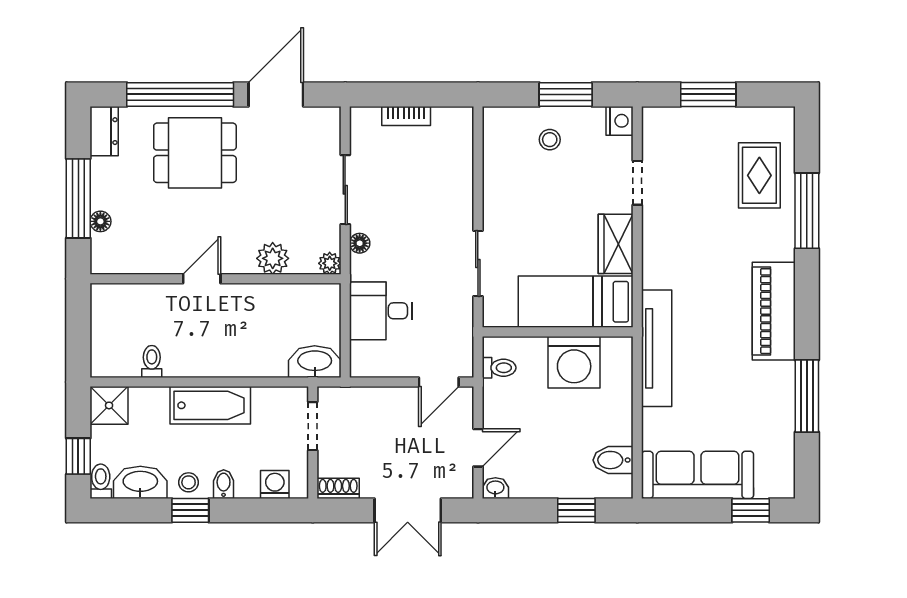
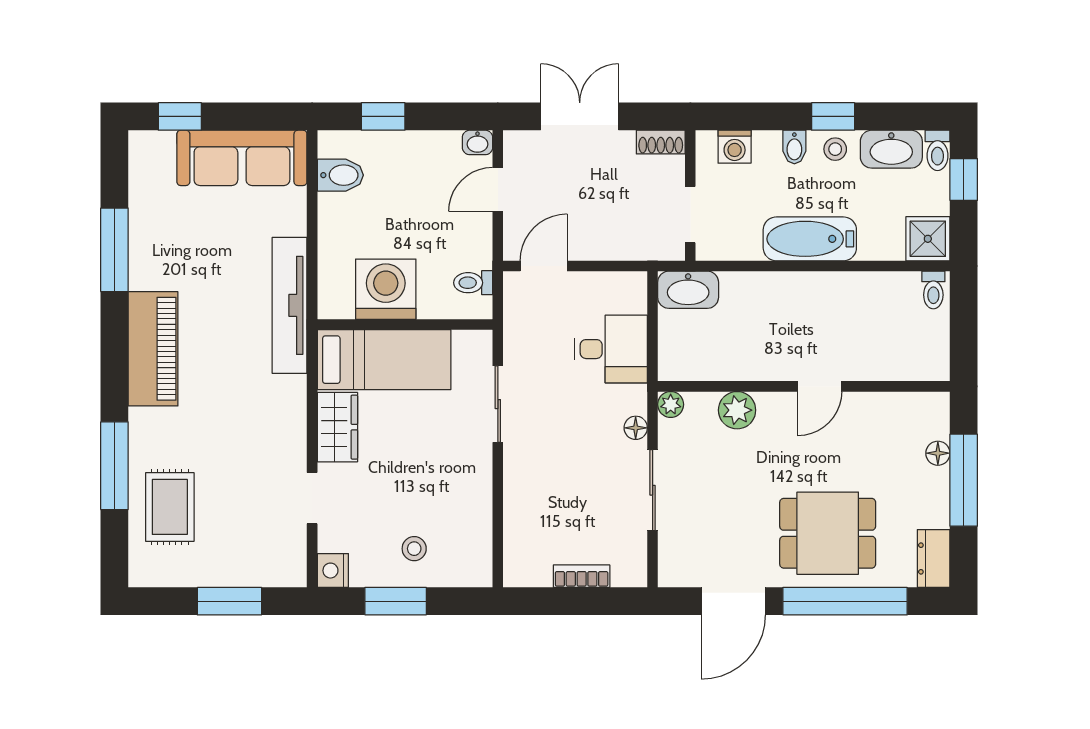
toilet: (152, 361) -> (933, 290), moved

